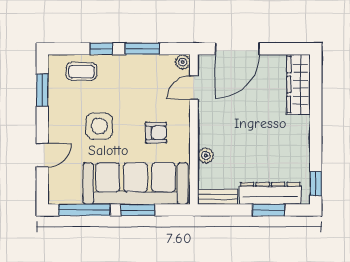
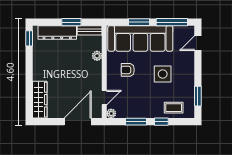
door: (42, 155) -> (198, 43), moved
window: (269, 210) -> (71, 22), moved

